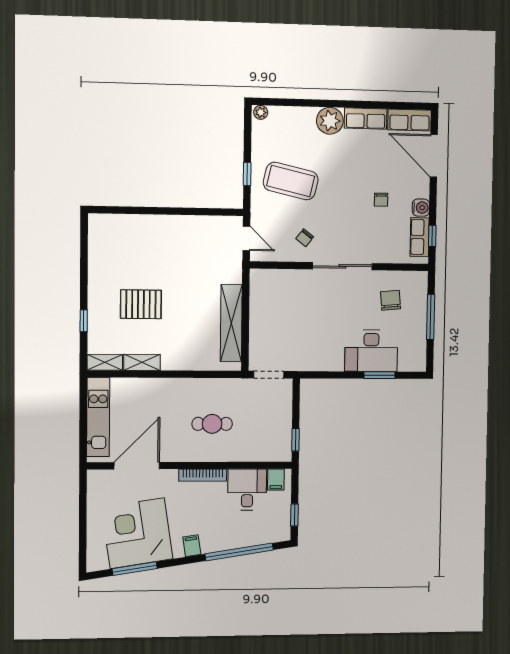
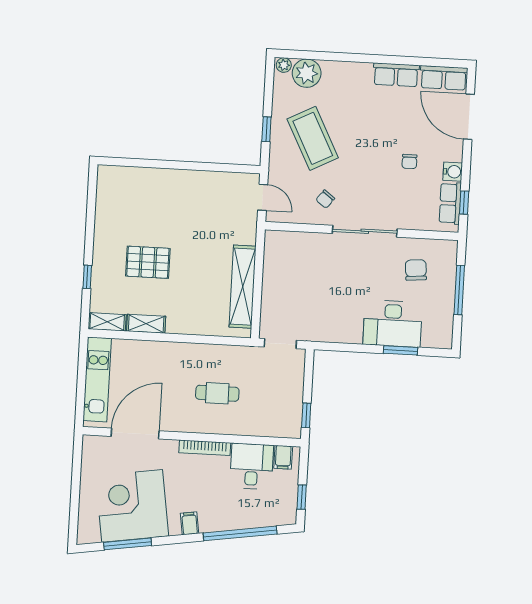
plant: (330, 121) -> (307, 73), moved
coffee table: (291, 181) -> (313, 138), turned 50

